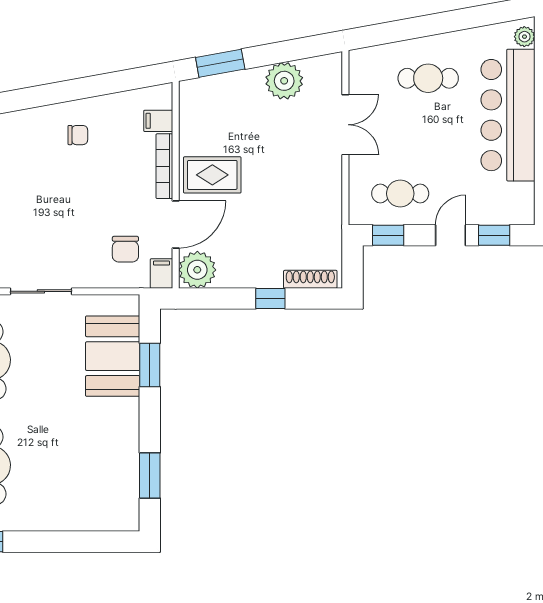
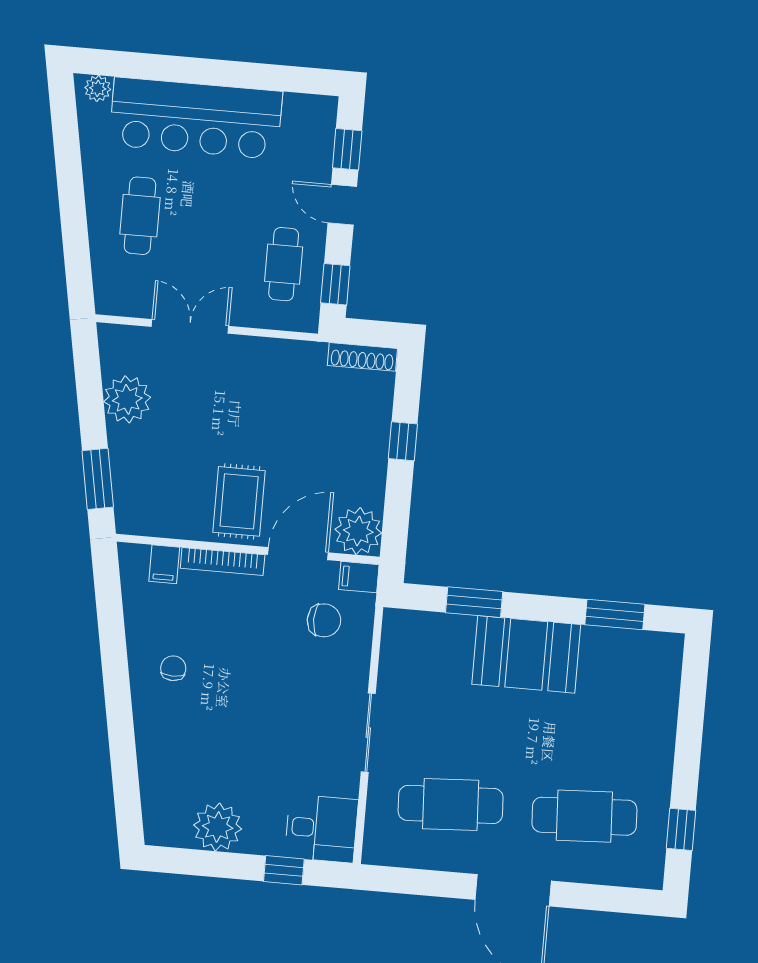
door: (176, 224) -> (298, 554), hinge flipped
shoe rack: (310, 279) -> (362, 357), moved, turned -90
booth: (113, 356) -> (526, 654), moved

